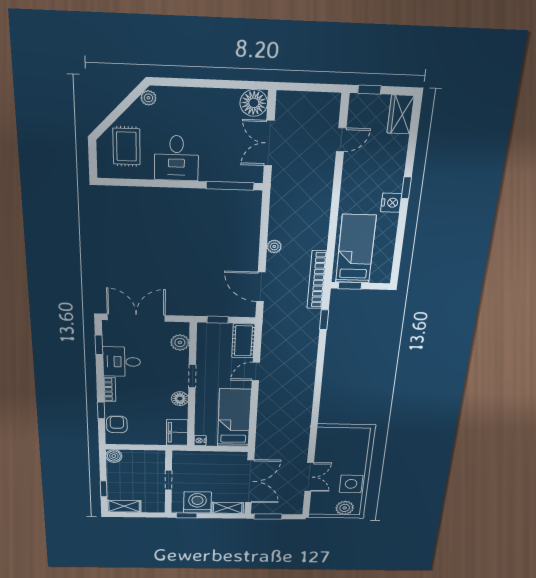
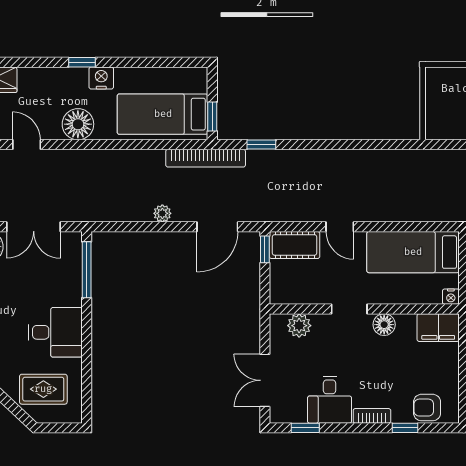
floor lamp: (354, 183) -> (78, 124), added
double door: (136, 318) -> (265, 380), width x0.73
window: (218, 320) -> (265, 249), moved

